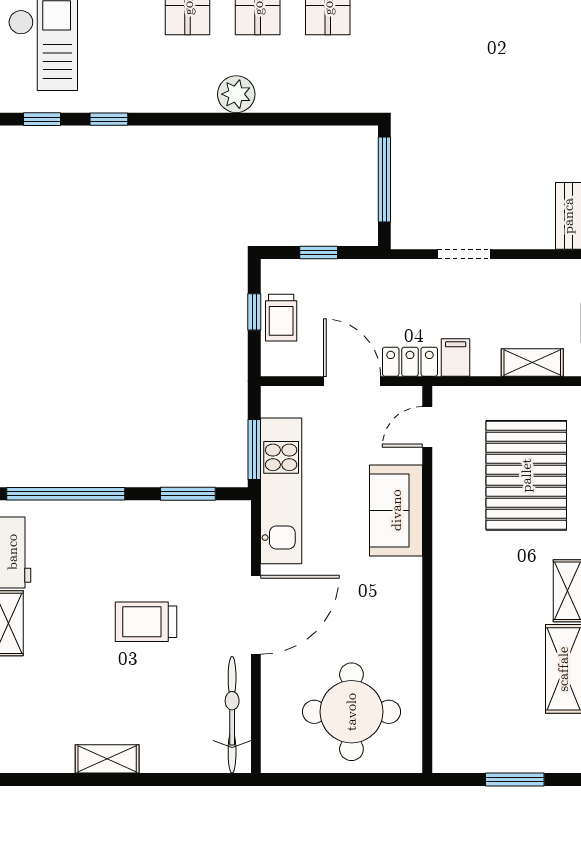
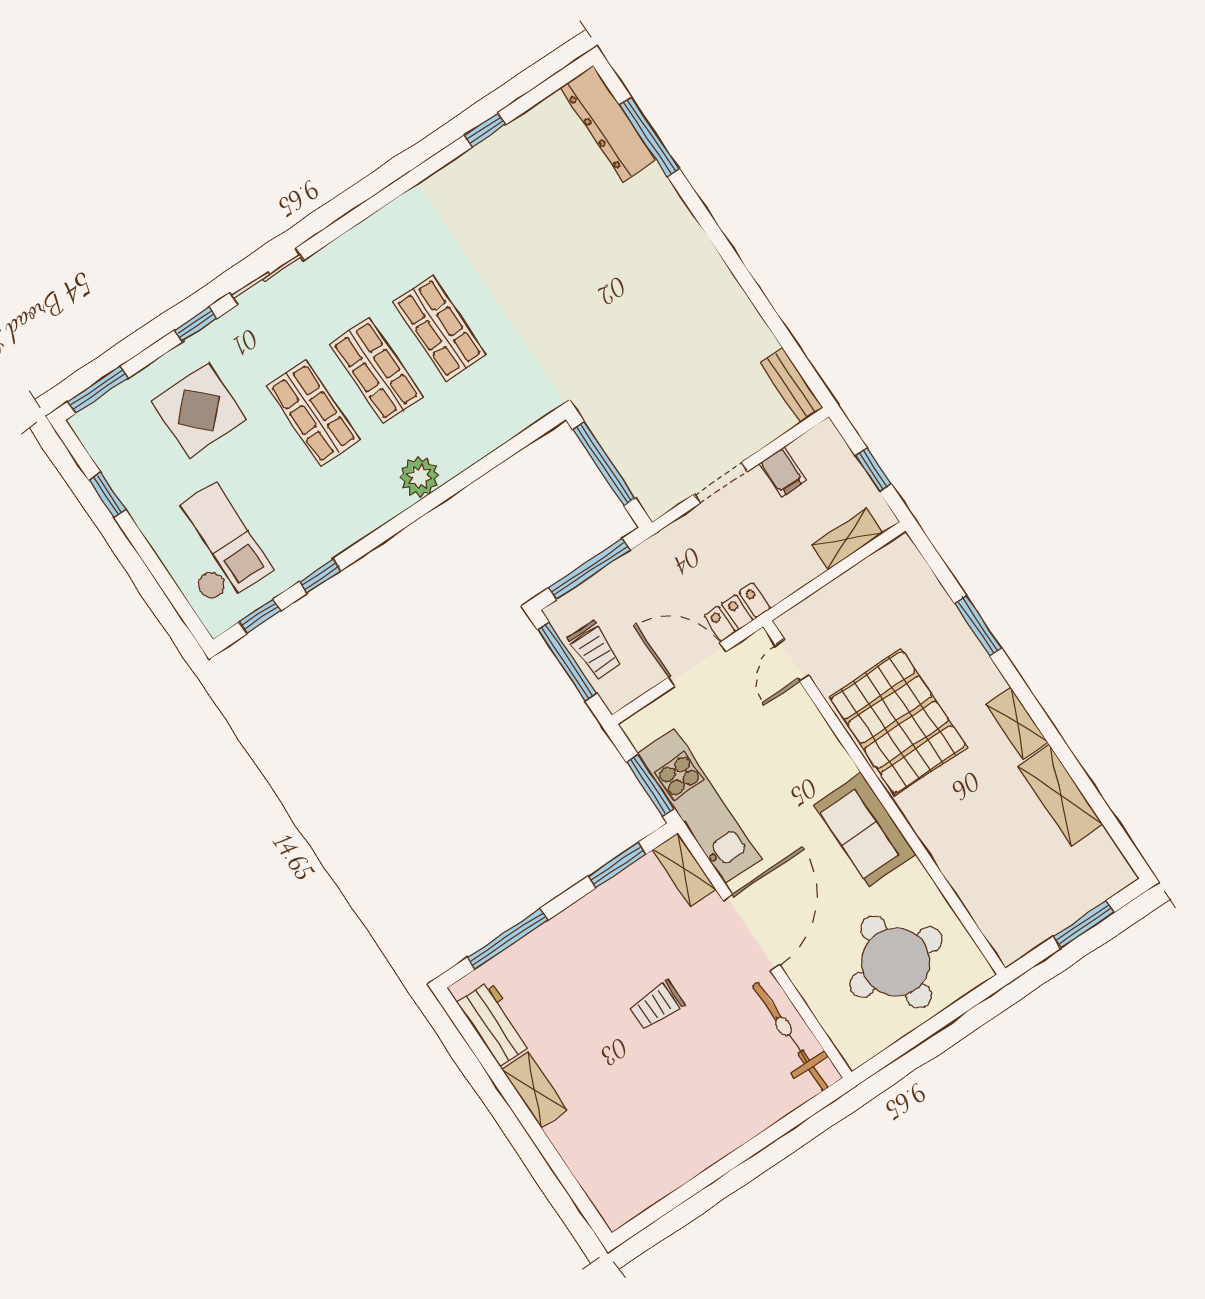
window: (319, 252) -> (589, 569), width x2.17
window: (254, 312) -> (567, 661), width x2.17
filing cabinet: (456, 358) -> (782, 472), moved, turned 180
pallet: (526, 475) -> (898, 722), moved
window: (66, 494) -> (508, 939), width x0.68
sofa: (396, 510) -> (865, 830), moved
trolley: (146, 622) -> (657, 1005), width x0.73, depth x0.72
shelving: (107, 759) -> (684, 870), moved, turned 90

